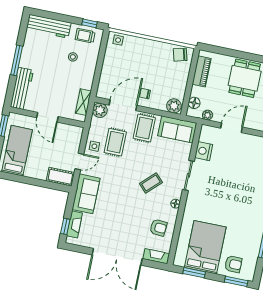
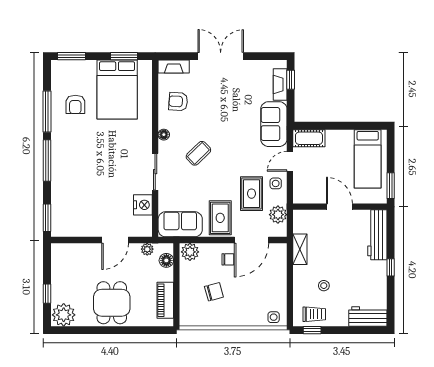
workbench: (49, 26) -> (368, 316), width x0.73
chair: (180, 55) -> (214, 292), moved
window: (17, 60) -> (391, 267), width x0.46
shelving: (83, 102) -> (300, 249), moved
plant: (100, 110) -> (278, 215), moved
double door: (117, 257) -> (221, 56), width x0.73
armchair: (233, 264) -> (75, 104), moved, turned -90

